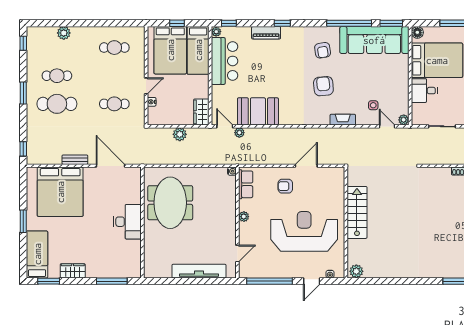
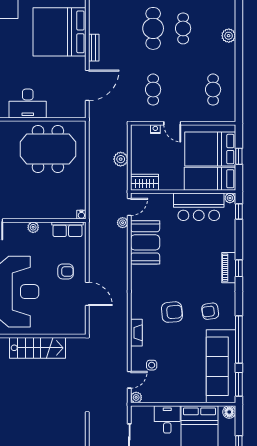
piano: (266, 33) -> (229, 268), moved
armchair: (285, 186) -> (66, 271), turned 90

